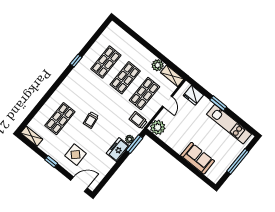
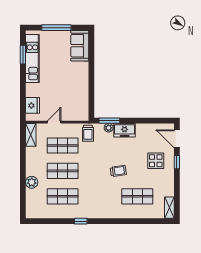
plant: (158, 65) -> (32, 182), moved
window: (218, 103) -> (23, 55), moved
plant: (158, 127) -> (81, 113), removed
sofa: (198, 158) -> (80, 46), moved
window: (51, 162) -> (177, 162), moved

